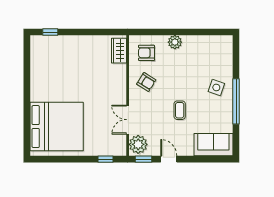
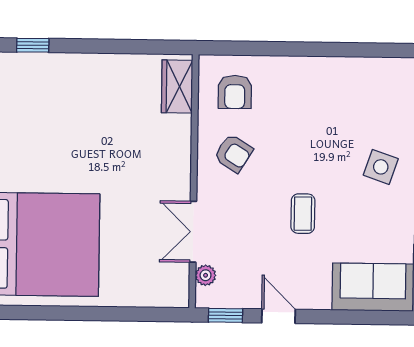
plant: (175, 42) -> (295, 70), removed
armchair: (146, 53) -> (235, 92), turned -90
plant: (138, 144) -> (206, 275), width x0.53, depth x0.53
window: (106, 159) -> (145, 314), removed

